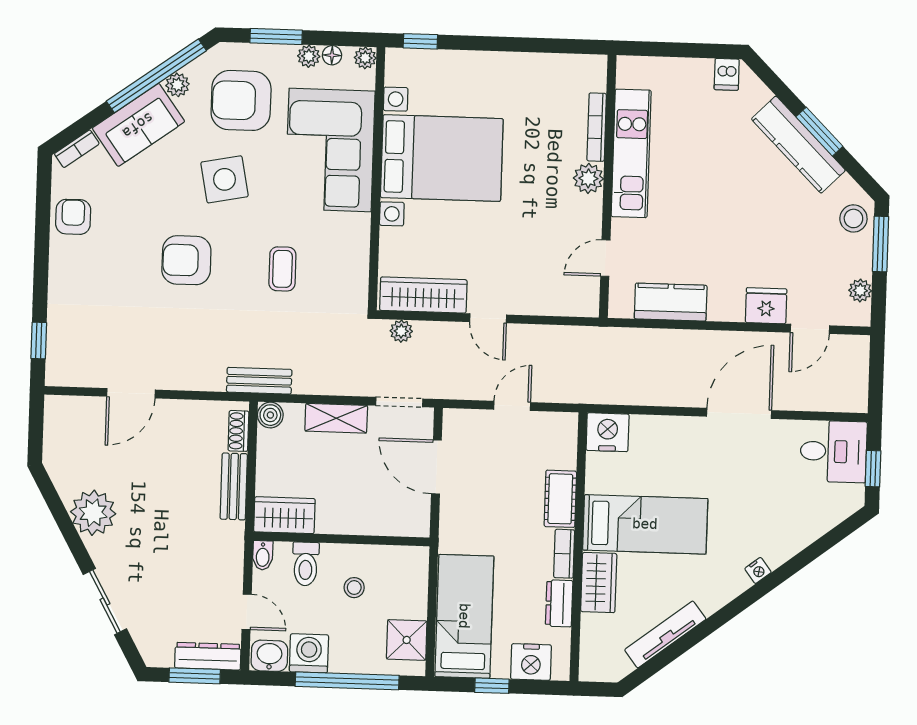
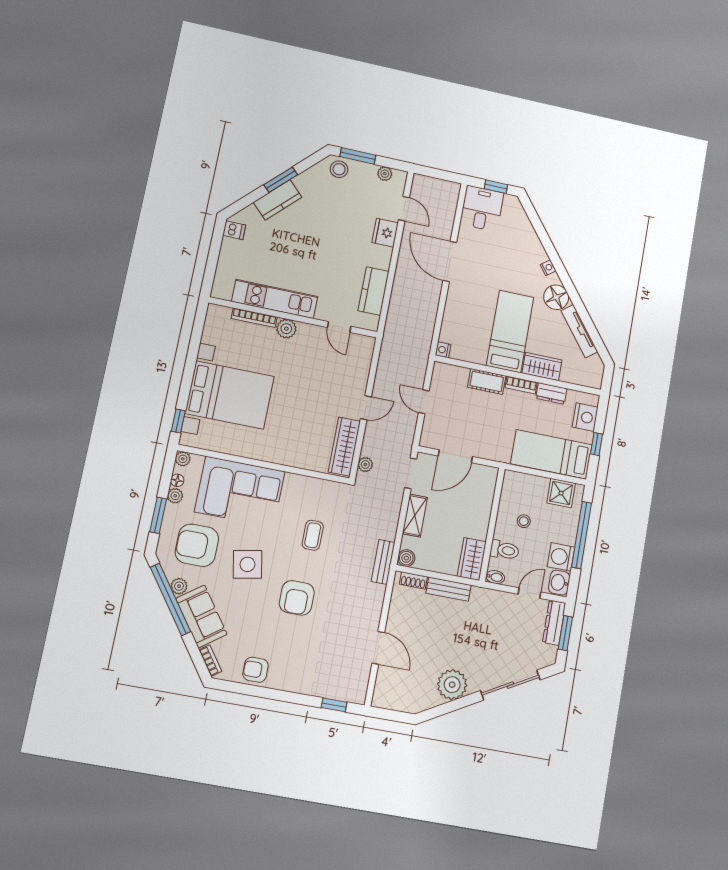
armchair: (241, 100) -> (197, 545), turned 90
kitchen counter: (798, 145) -> (278, 200), width x0.67
bed with nightstands: (442, 158) -> (230, 395), moved, turned 90
coffee table: (282, 269) -> (313, 535), turned 90
nightstand: (608, 432) -> (443, 350), width x0.53, depth x0.56
floor lamp: (713, 590) -> (556, 297), added
sliding door: (105, 602) -> (510, 685), width x1.37

